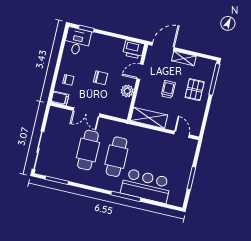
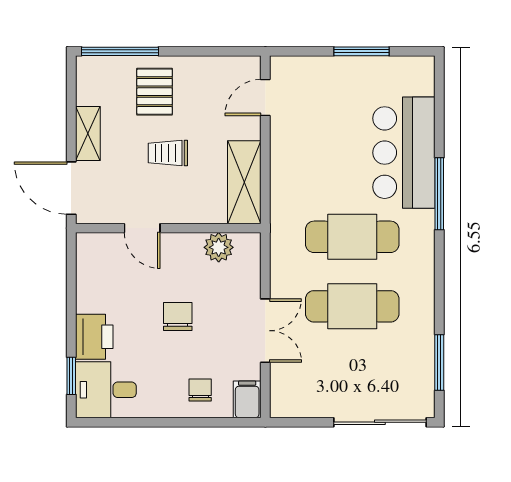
printer: (134, 49) -> (94, 337), moved
pallet: (195, 90) -> (155, 92), turned 90
plant: (127, 91) -> (219, 247), moved

